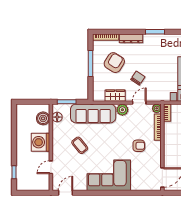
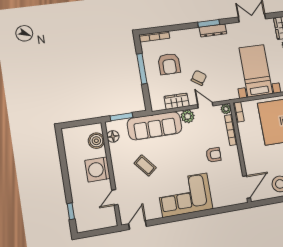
dresser: (131, 38) -> (213, 30), moved
armchair: (114, 63) -> (169, 64), turned 148
door: (139, 103) -> (205, 105), hinge flipped

